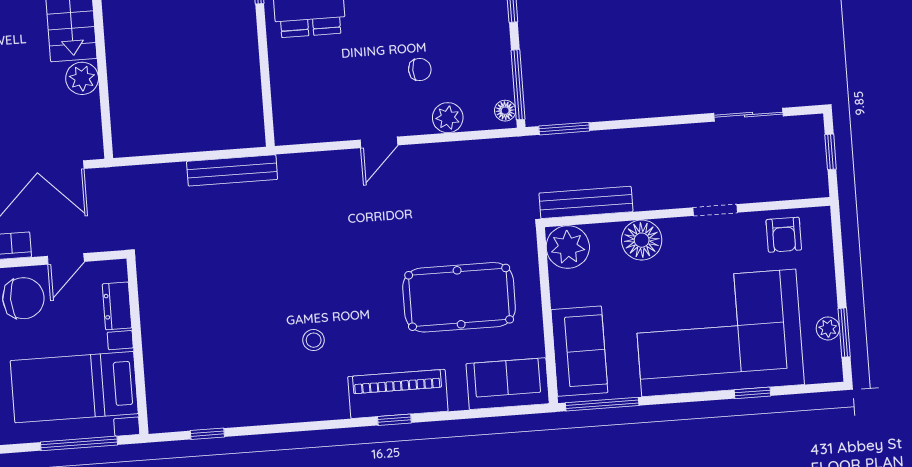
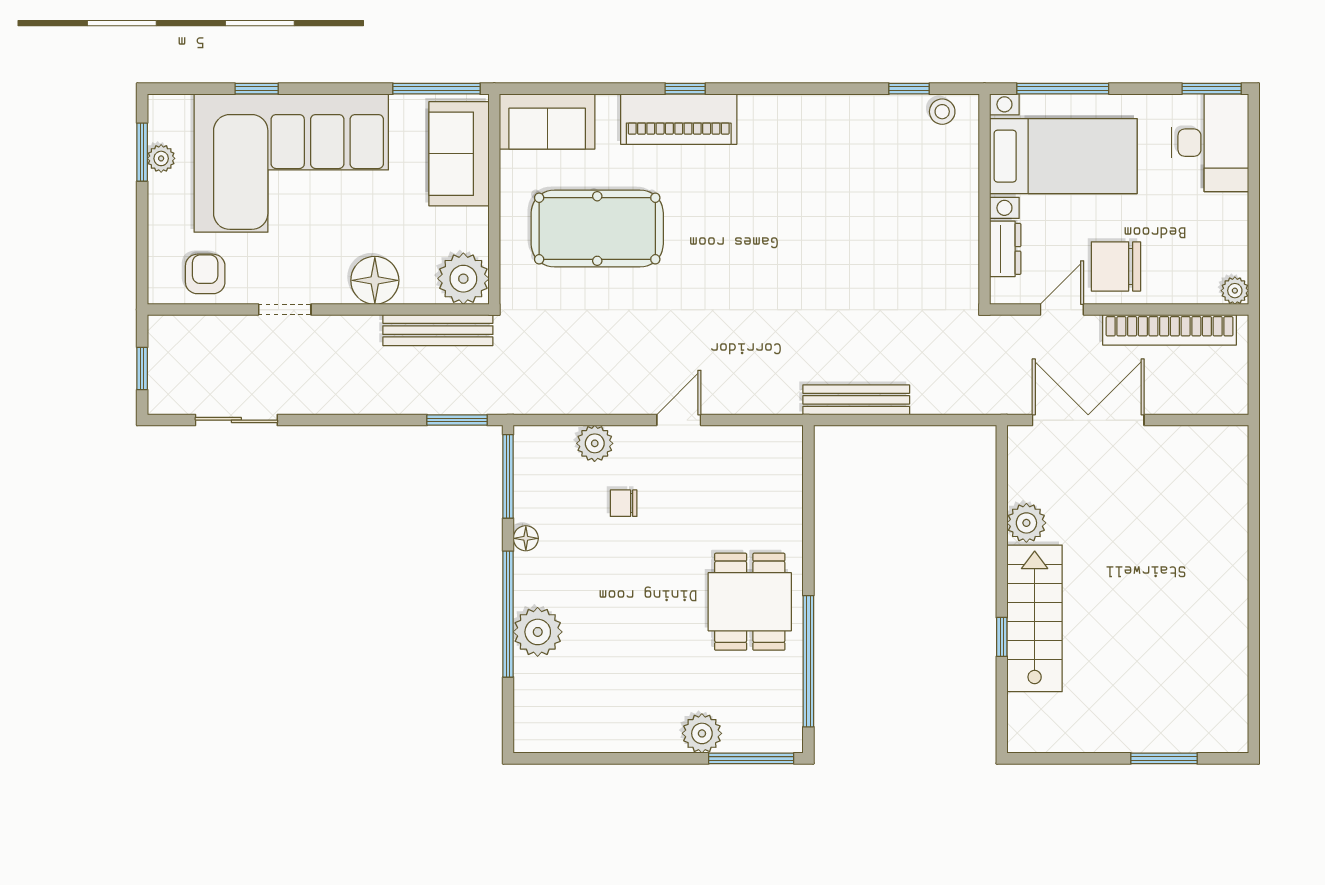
floor lamp: (505, 111) -> (526, 538), moved
stool: (314, 340) -> (942, 112), moved

